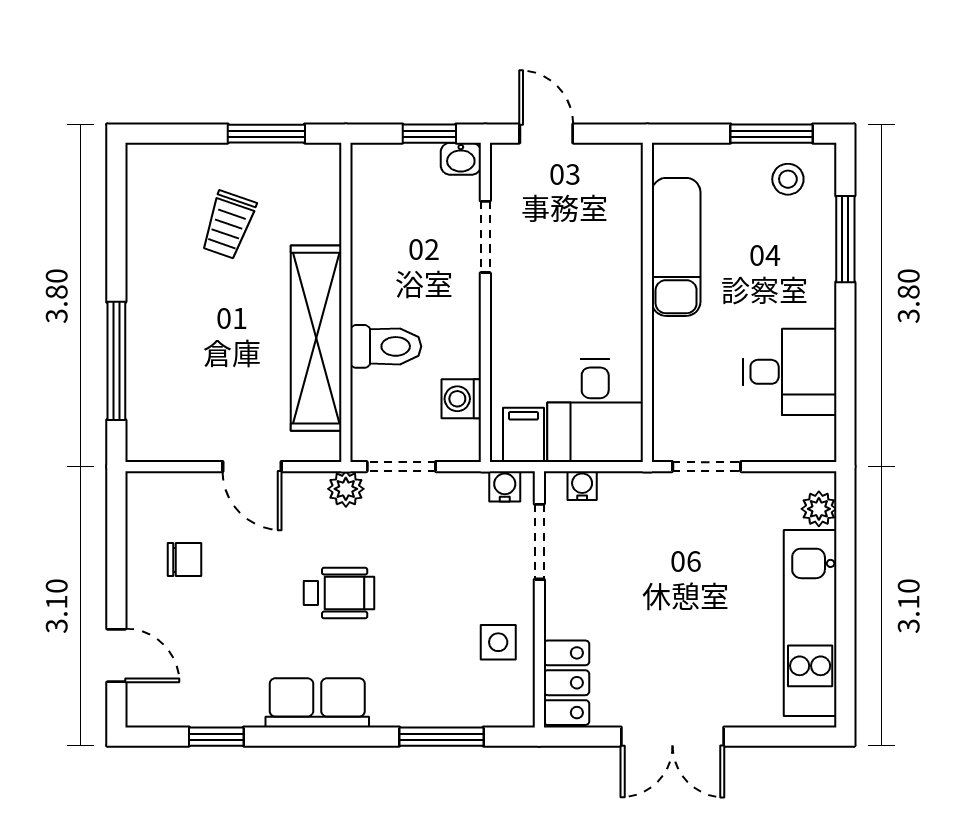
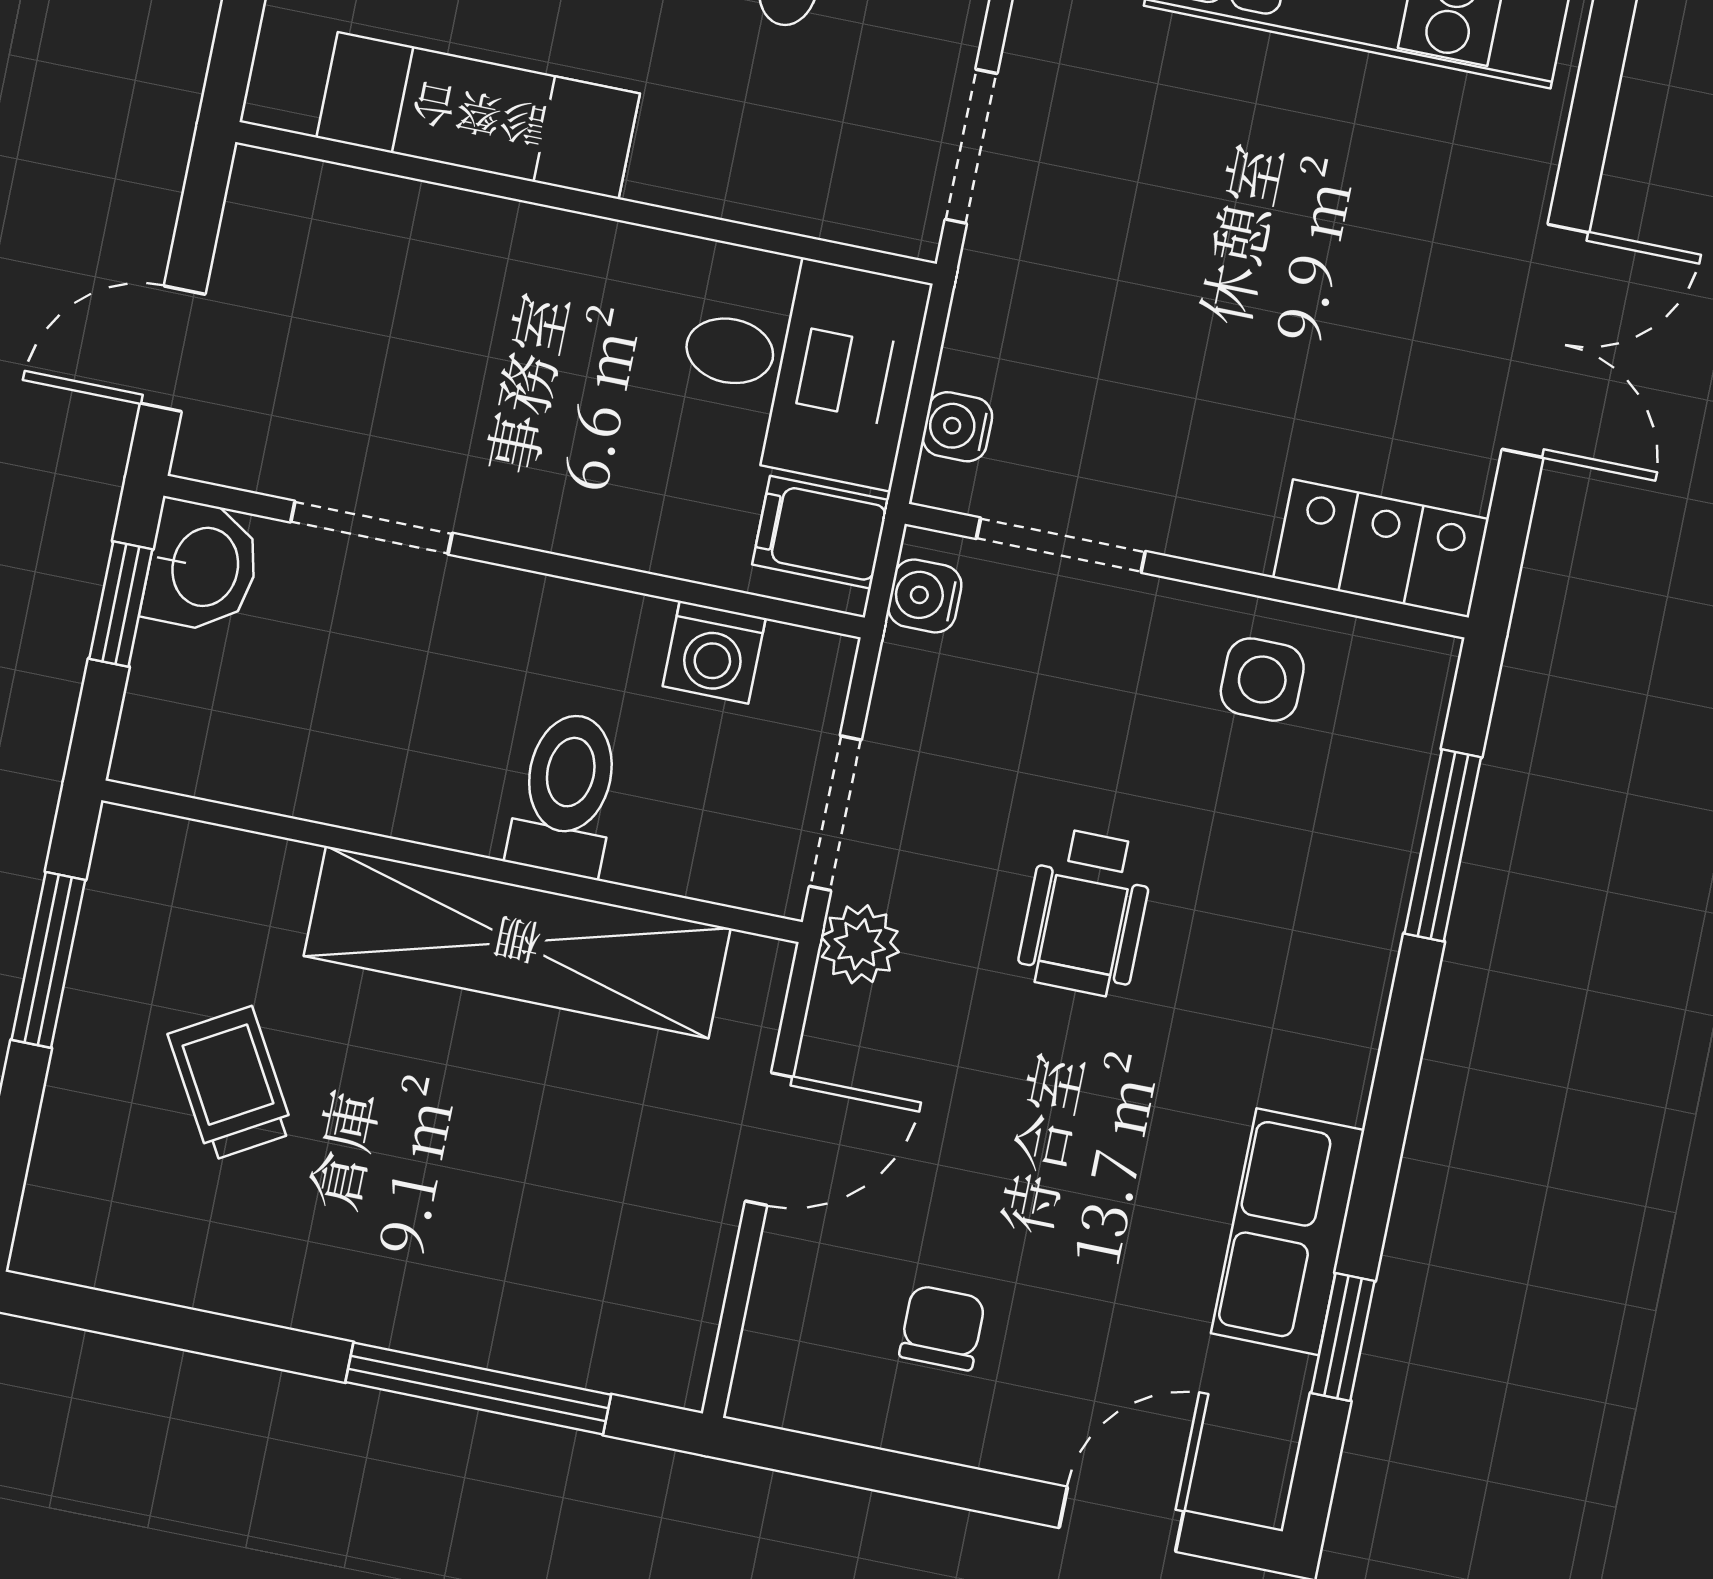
washbasin: (461, 159) -> (202, 566), width x1.38, depth x1.45
trolley: (228, 225) -> (231, 1083), turned -139
wheelchair: (339, 593) -> (1086, 913), moved, turned 180
row of seats: (317, 703) -> (1288, 1232), moved

